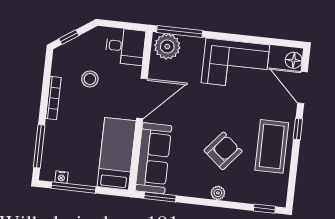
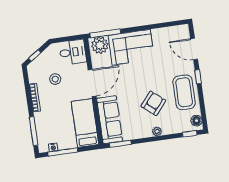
floor lamp: (294, 60) -> (196, 121), moved
corner sofa: (235, 64) -> (131, 47), moved

